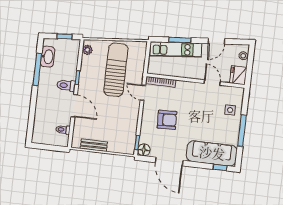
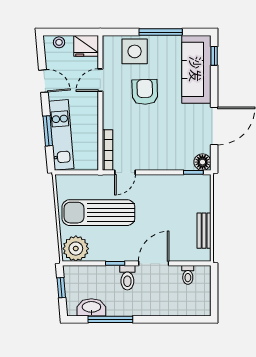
plant: (87, 50) -> (76, 249), width x1.87, depth x1.87
side table: (230, 110) -> (135, 51), width x1.87, depth x1.87
armchair: (167, 120) -> (145, 92), moved

